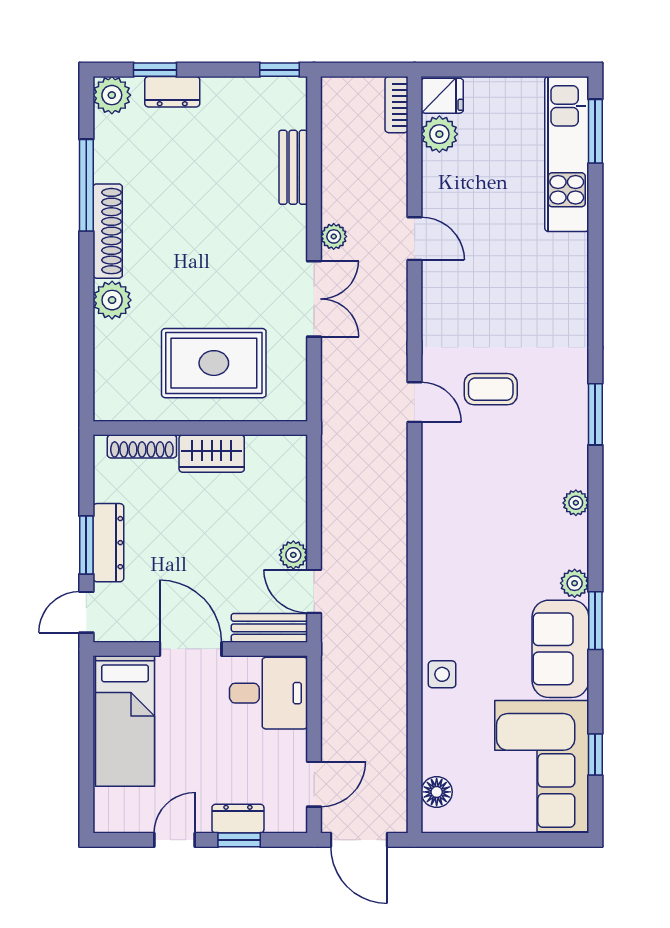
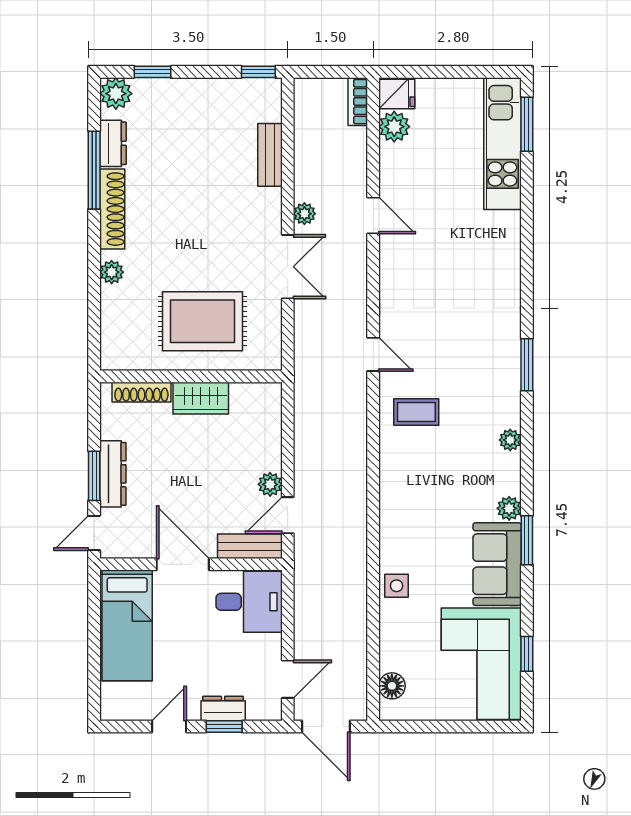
dresser: (172, 92) -> (113, 143), moved, turned -90
plant: (112, 300) -> (112, 272), width x0.73, depth x0.73
coffee table: (491, 389) -> (416, 412), moved
door: (314, 591) -> (288, 515), hinge flipped

